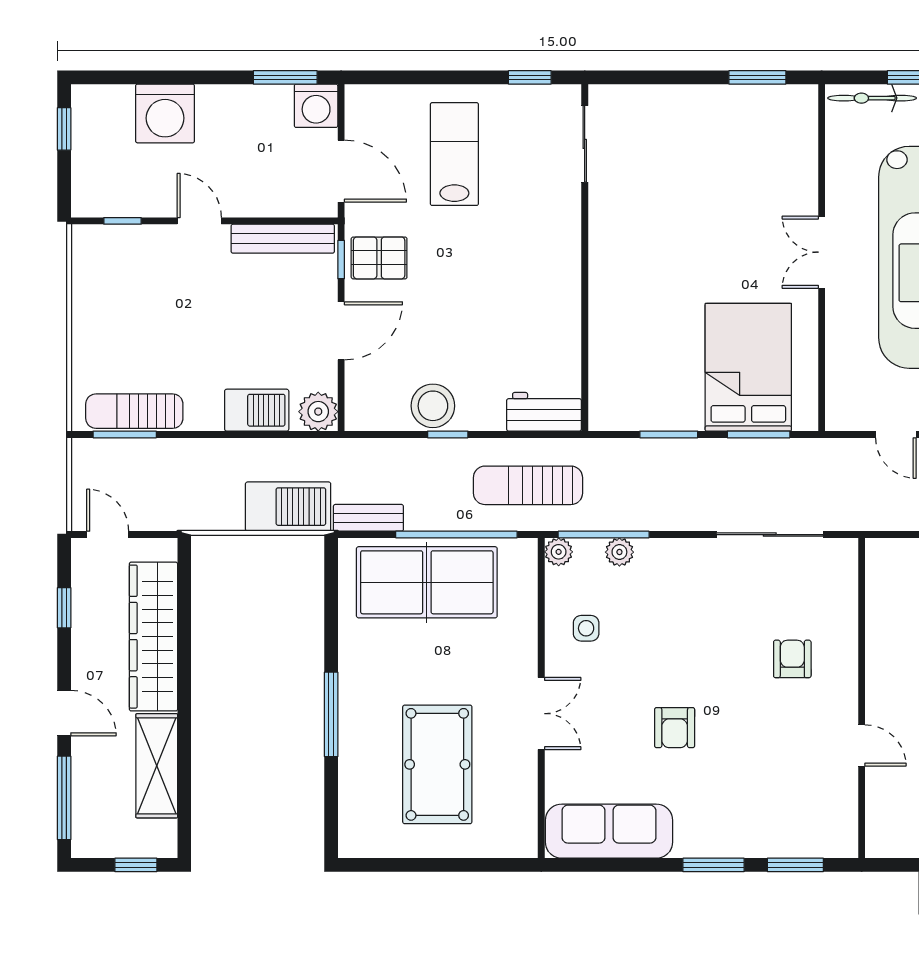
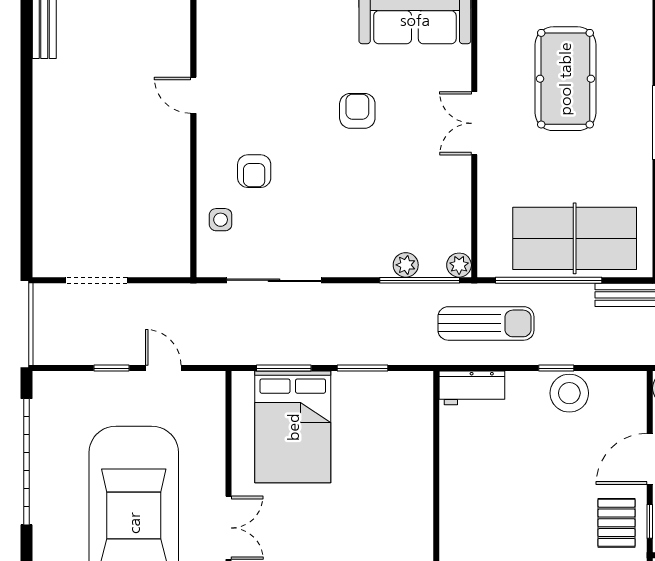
pallet: (379, 258) -> (617, 523), turned 90
side table: (586, 628) -> (221, 220), moved

